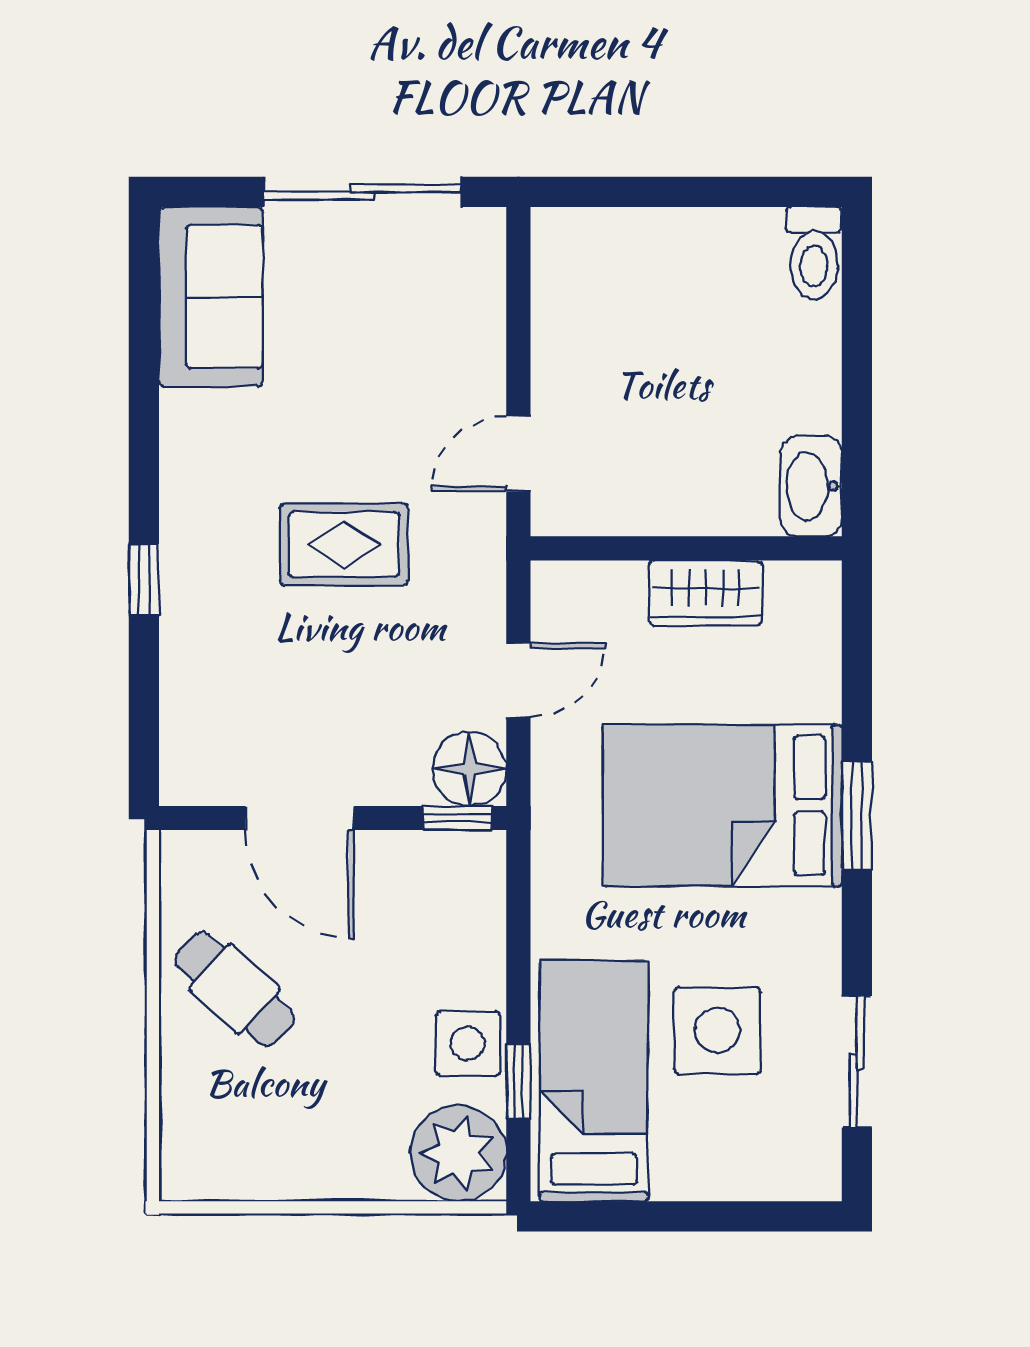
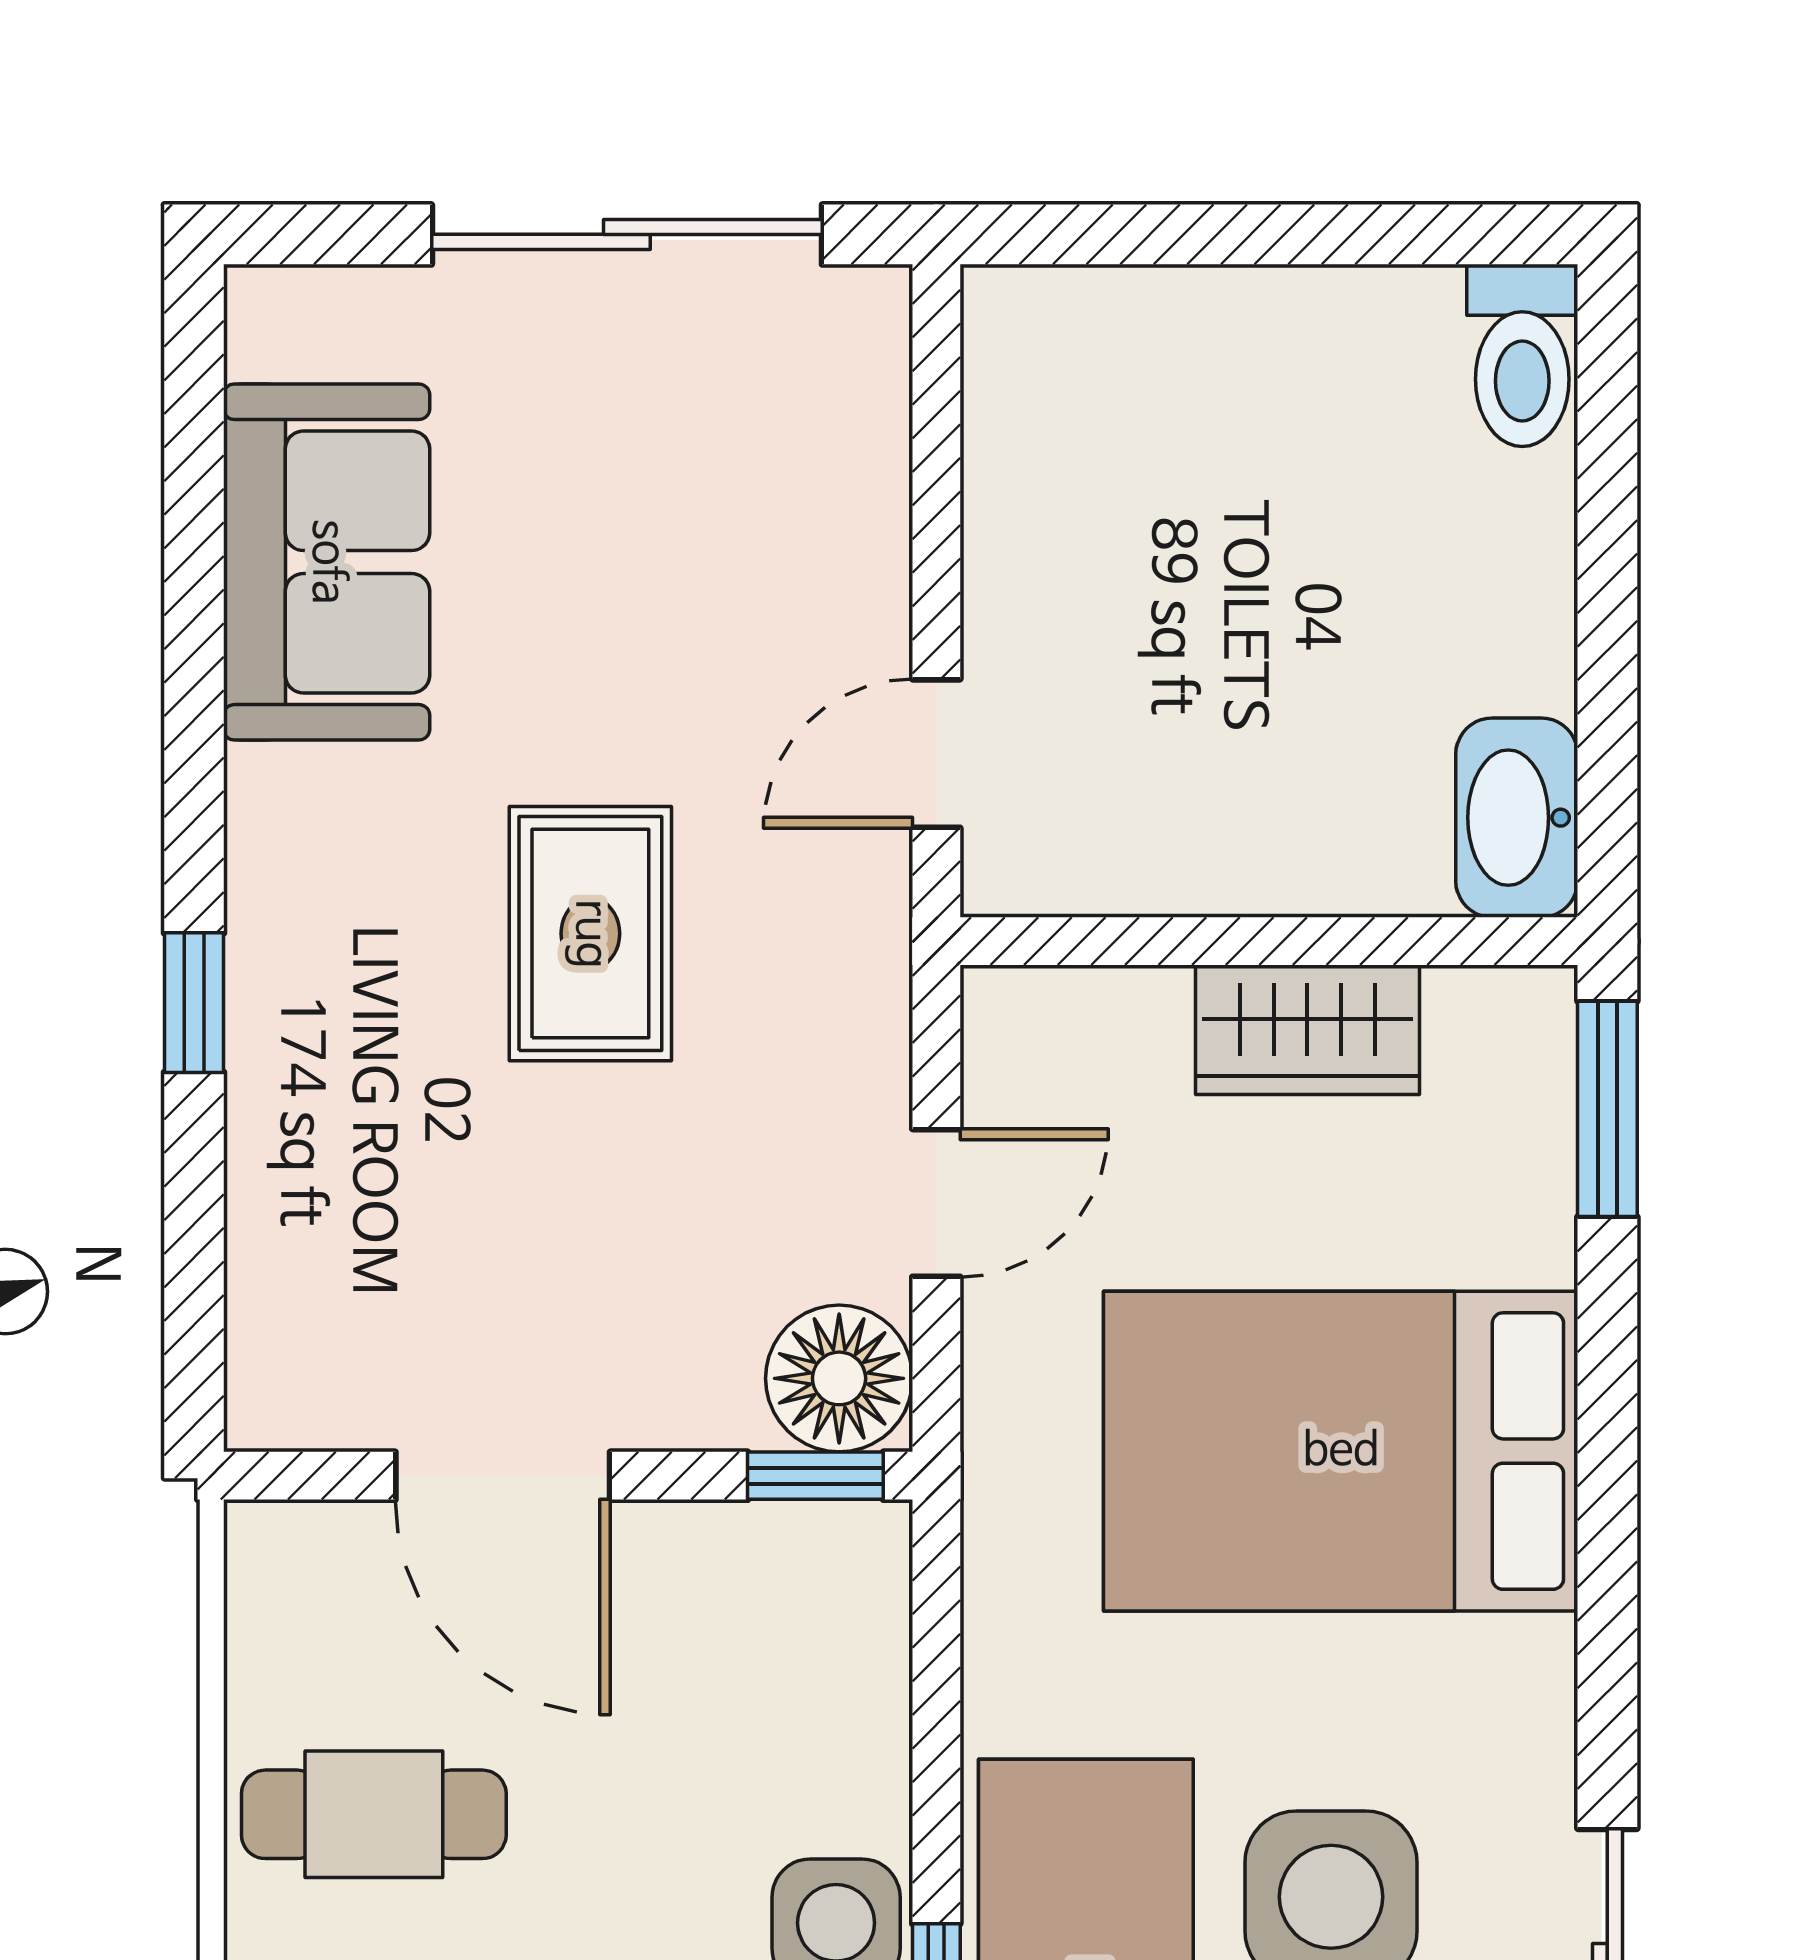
sofa: (211, 297) -> (327, 562), moved
rug: (344, 545) -> (590, 934), turned 90
window: (857, 815) -> (1607, 1109), moved
cafe table: (235, 989) -> (374, 1814), turned -43

